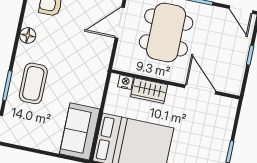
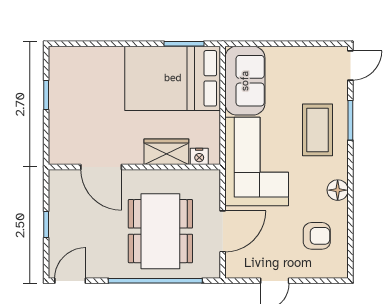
door: (241, 10) -> (70, 281), hinge flipped
corner sofa: (84, 69) -> (257, 162), added

